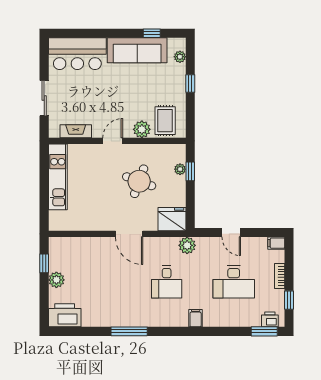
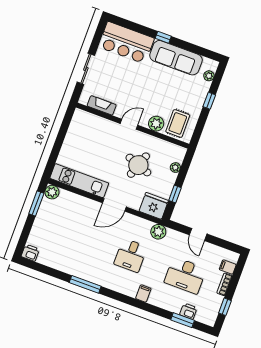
window: (152, 33) -> (163, 37), moved
window: (190, 171) -> (175, 194), moved
kitchen unit: (58, 177) -> (79, 181), moved, turned -90
door: (129, 234) -> (114, 205), hinge flipped
filing cabinet: (276, 243) -> (228, 267), moved
window: (44, 263) -> (36, 203), width x1.50
plant: (56, 280) -> (52, 192), moved
printer: (65, 315) -> (30, 253), width x0.53, depth x0.68
printer: (270, 319) -> (188, 311), moved
window: (264, 331) -> (183, 320), moved

